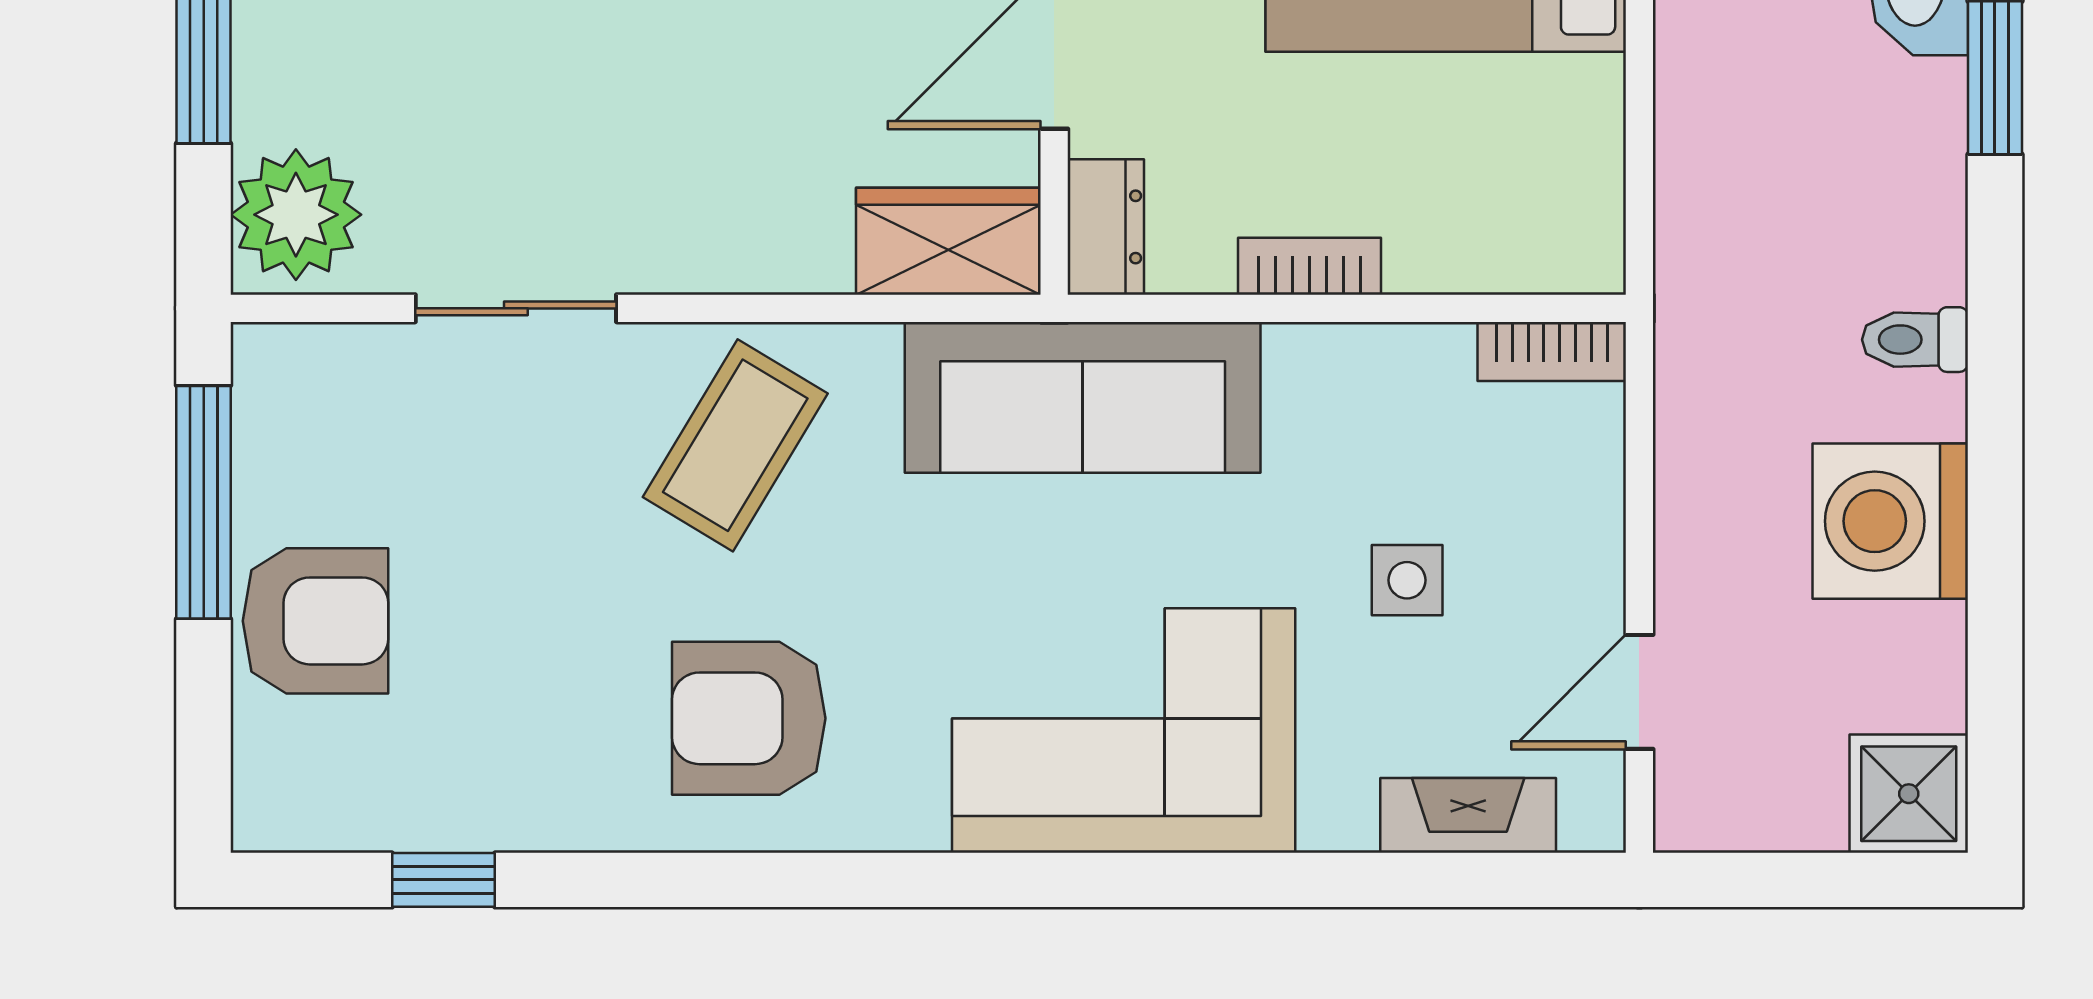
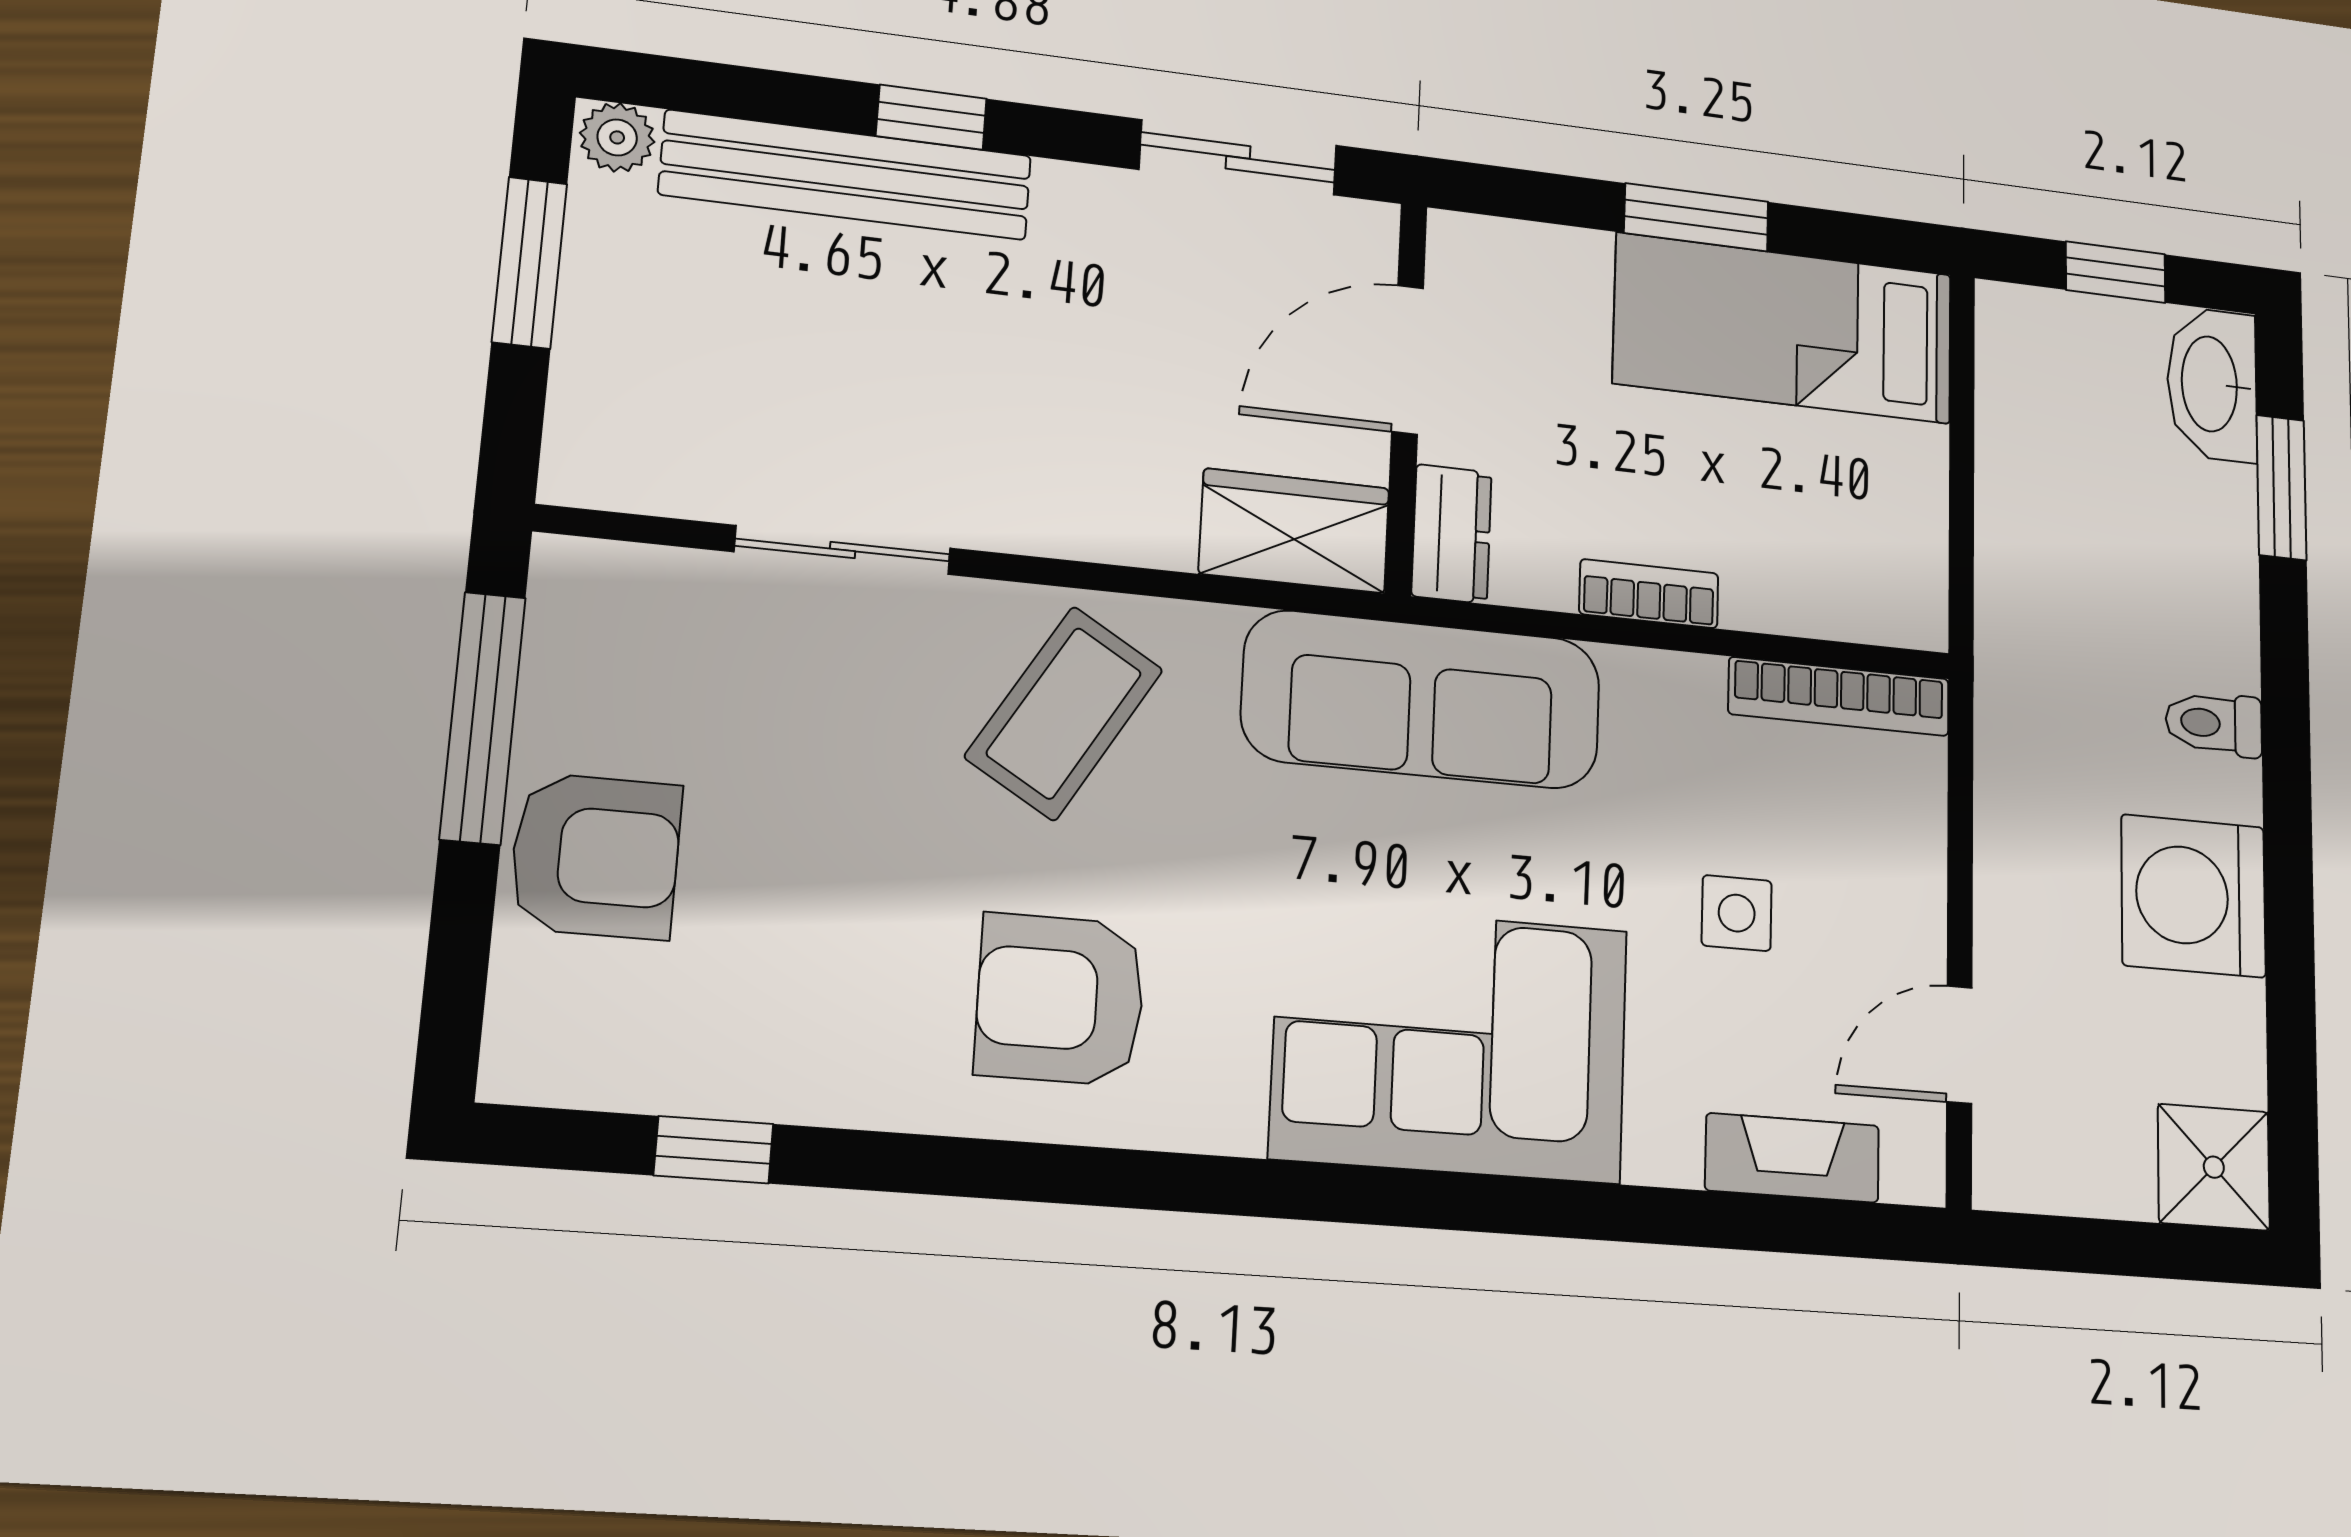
plant: (296, 215) -> (615, 429), removed
bookcase: (1552, 351) -> (1839, 696), width x1.56

